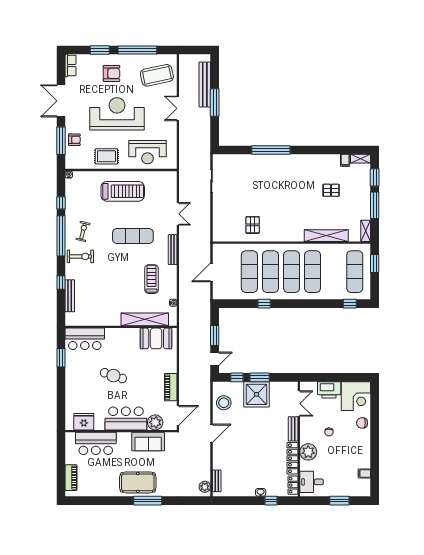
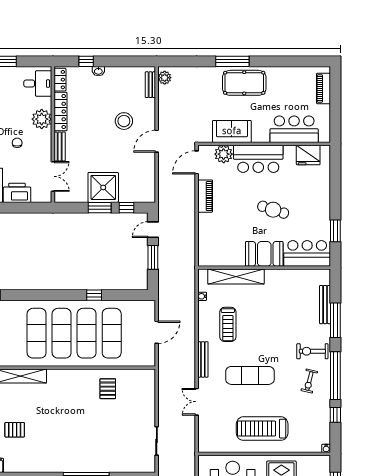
window: (61, 282) -> (335, 320), width x2.17
booth: (156, 338) -> (264, 254), moved
stool: (224, 403) -> (124, 121), moved
double door: (299, 404) -> (53, 176), swing flipped

